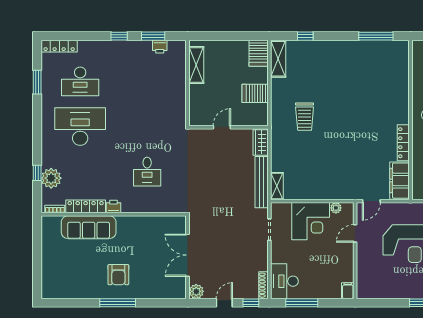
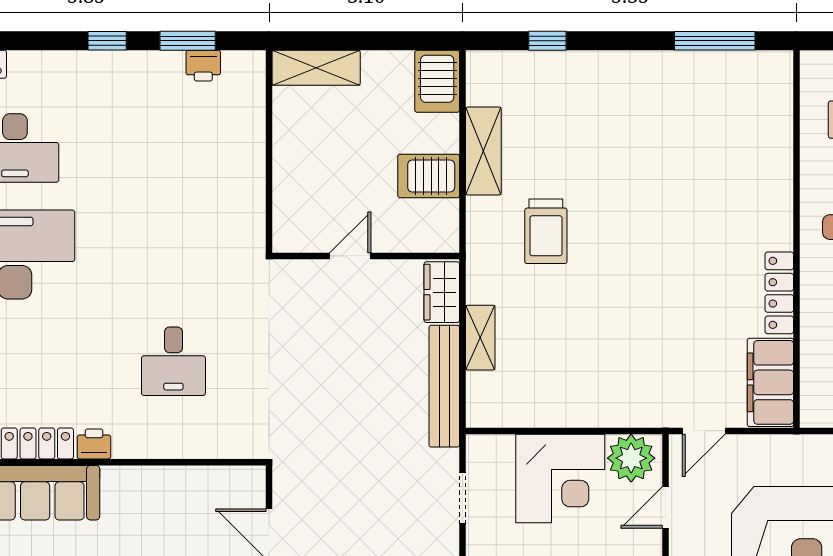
shelving: (278, 59) -> (483, 151), moved
shelving: (196, 65) -> (316, 68), moved, turned 90
shelving: (277, 186) -> (480, 338), moved
plant: (336, 208) -> (631, 458), width x1.88, depth x1.88

